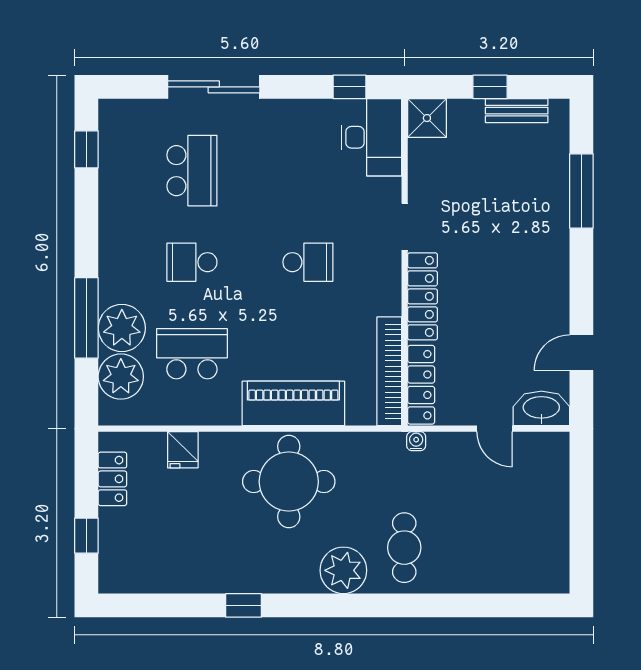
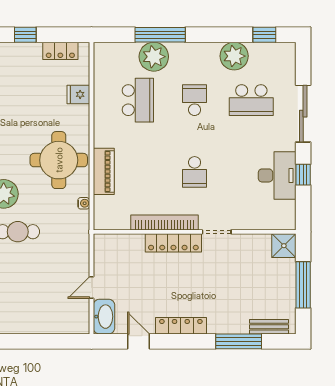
window: (350, 87) -> (303, 175), moved
window: (490, 87) -> (303, 285), width x2.17
bench: (517, 111) -> (269, 327), moved, turned 90
desk: (371, 137) -> (277, 175), moved, turned -90
bookcase: (389, 371) -> (165, 222), moved
plant: (121, 377) -> (234, 56), moved
locker: (421, 385) -> (181, 326), moved, turned 180
piano: (293, 403) -> (104, 171), width x0.73, depth x0.75
water cooler: (416, 441) -> (84, 203), moved

